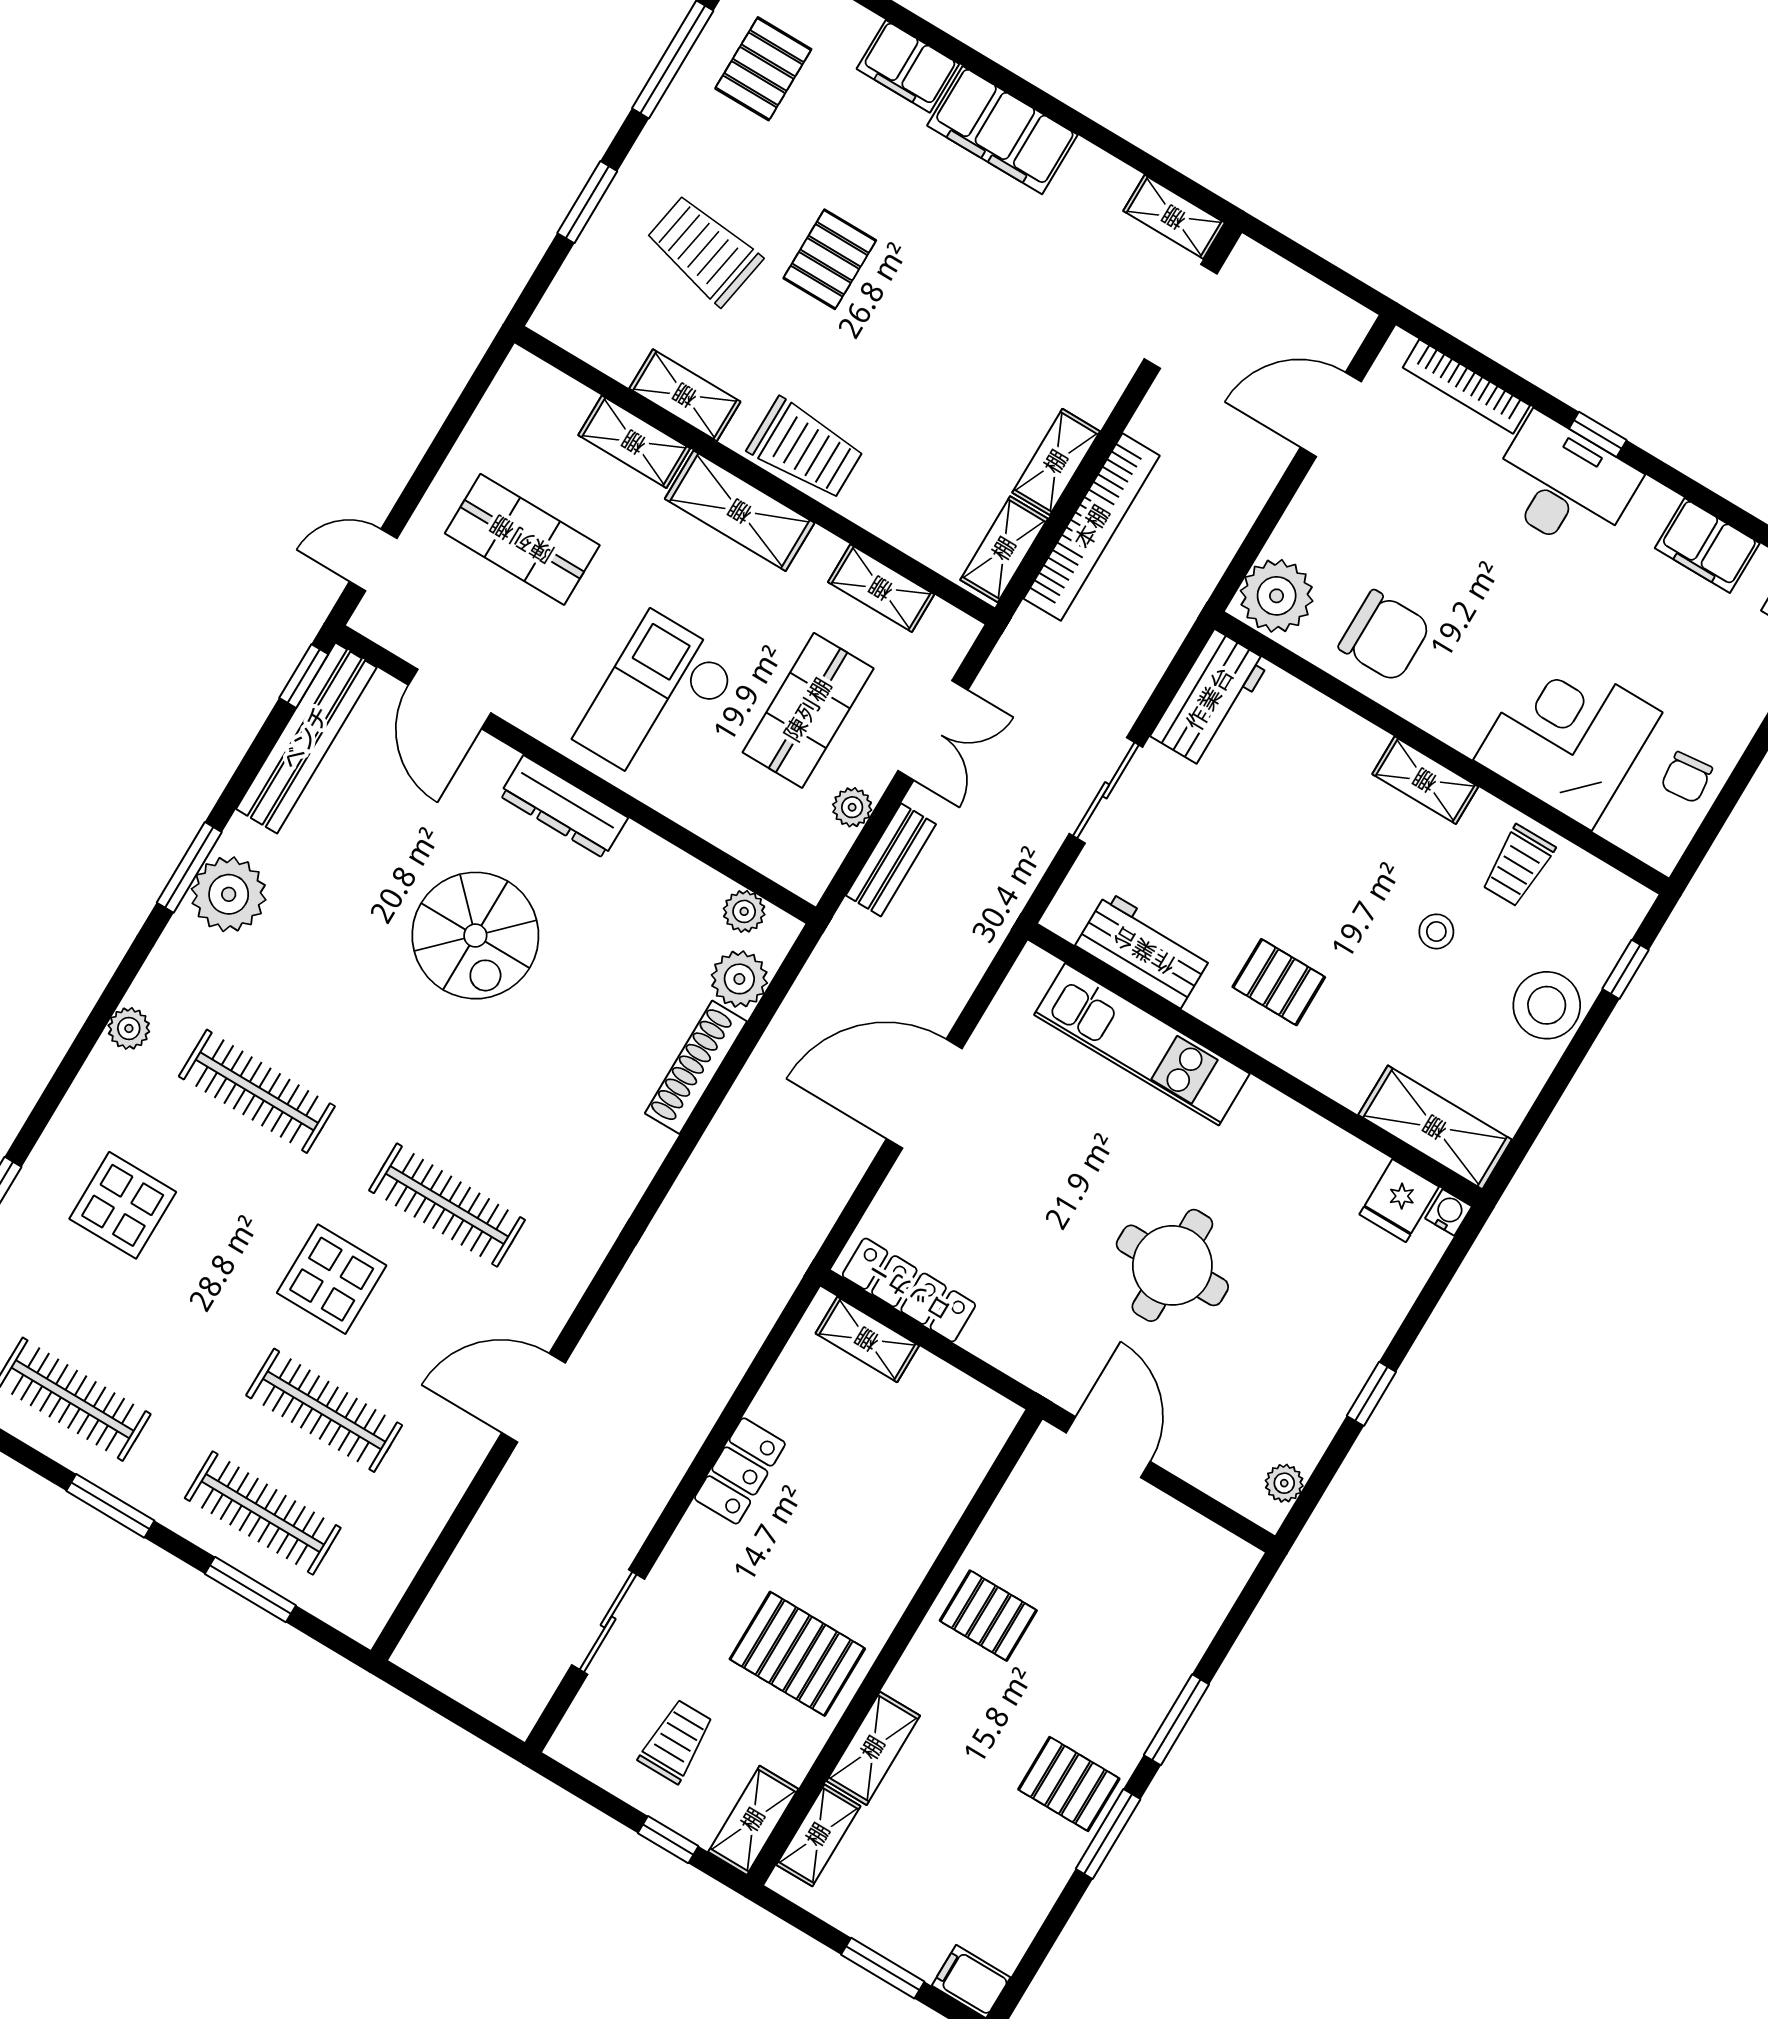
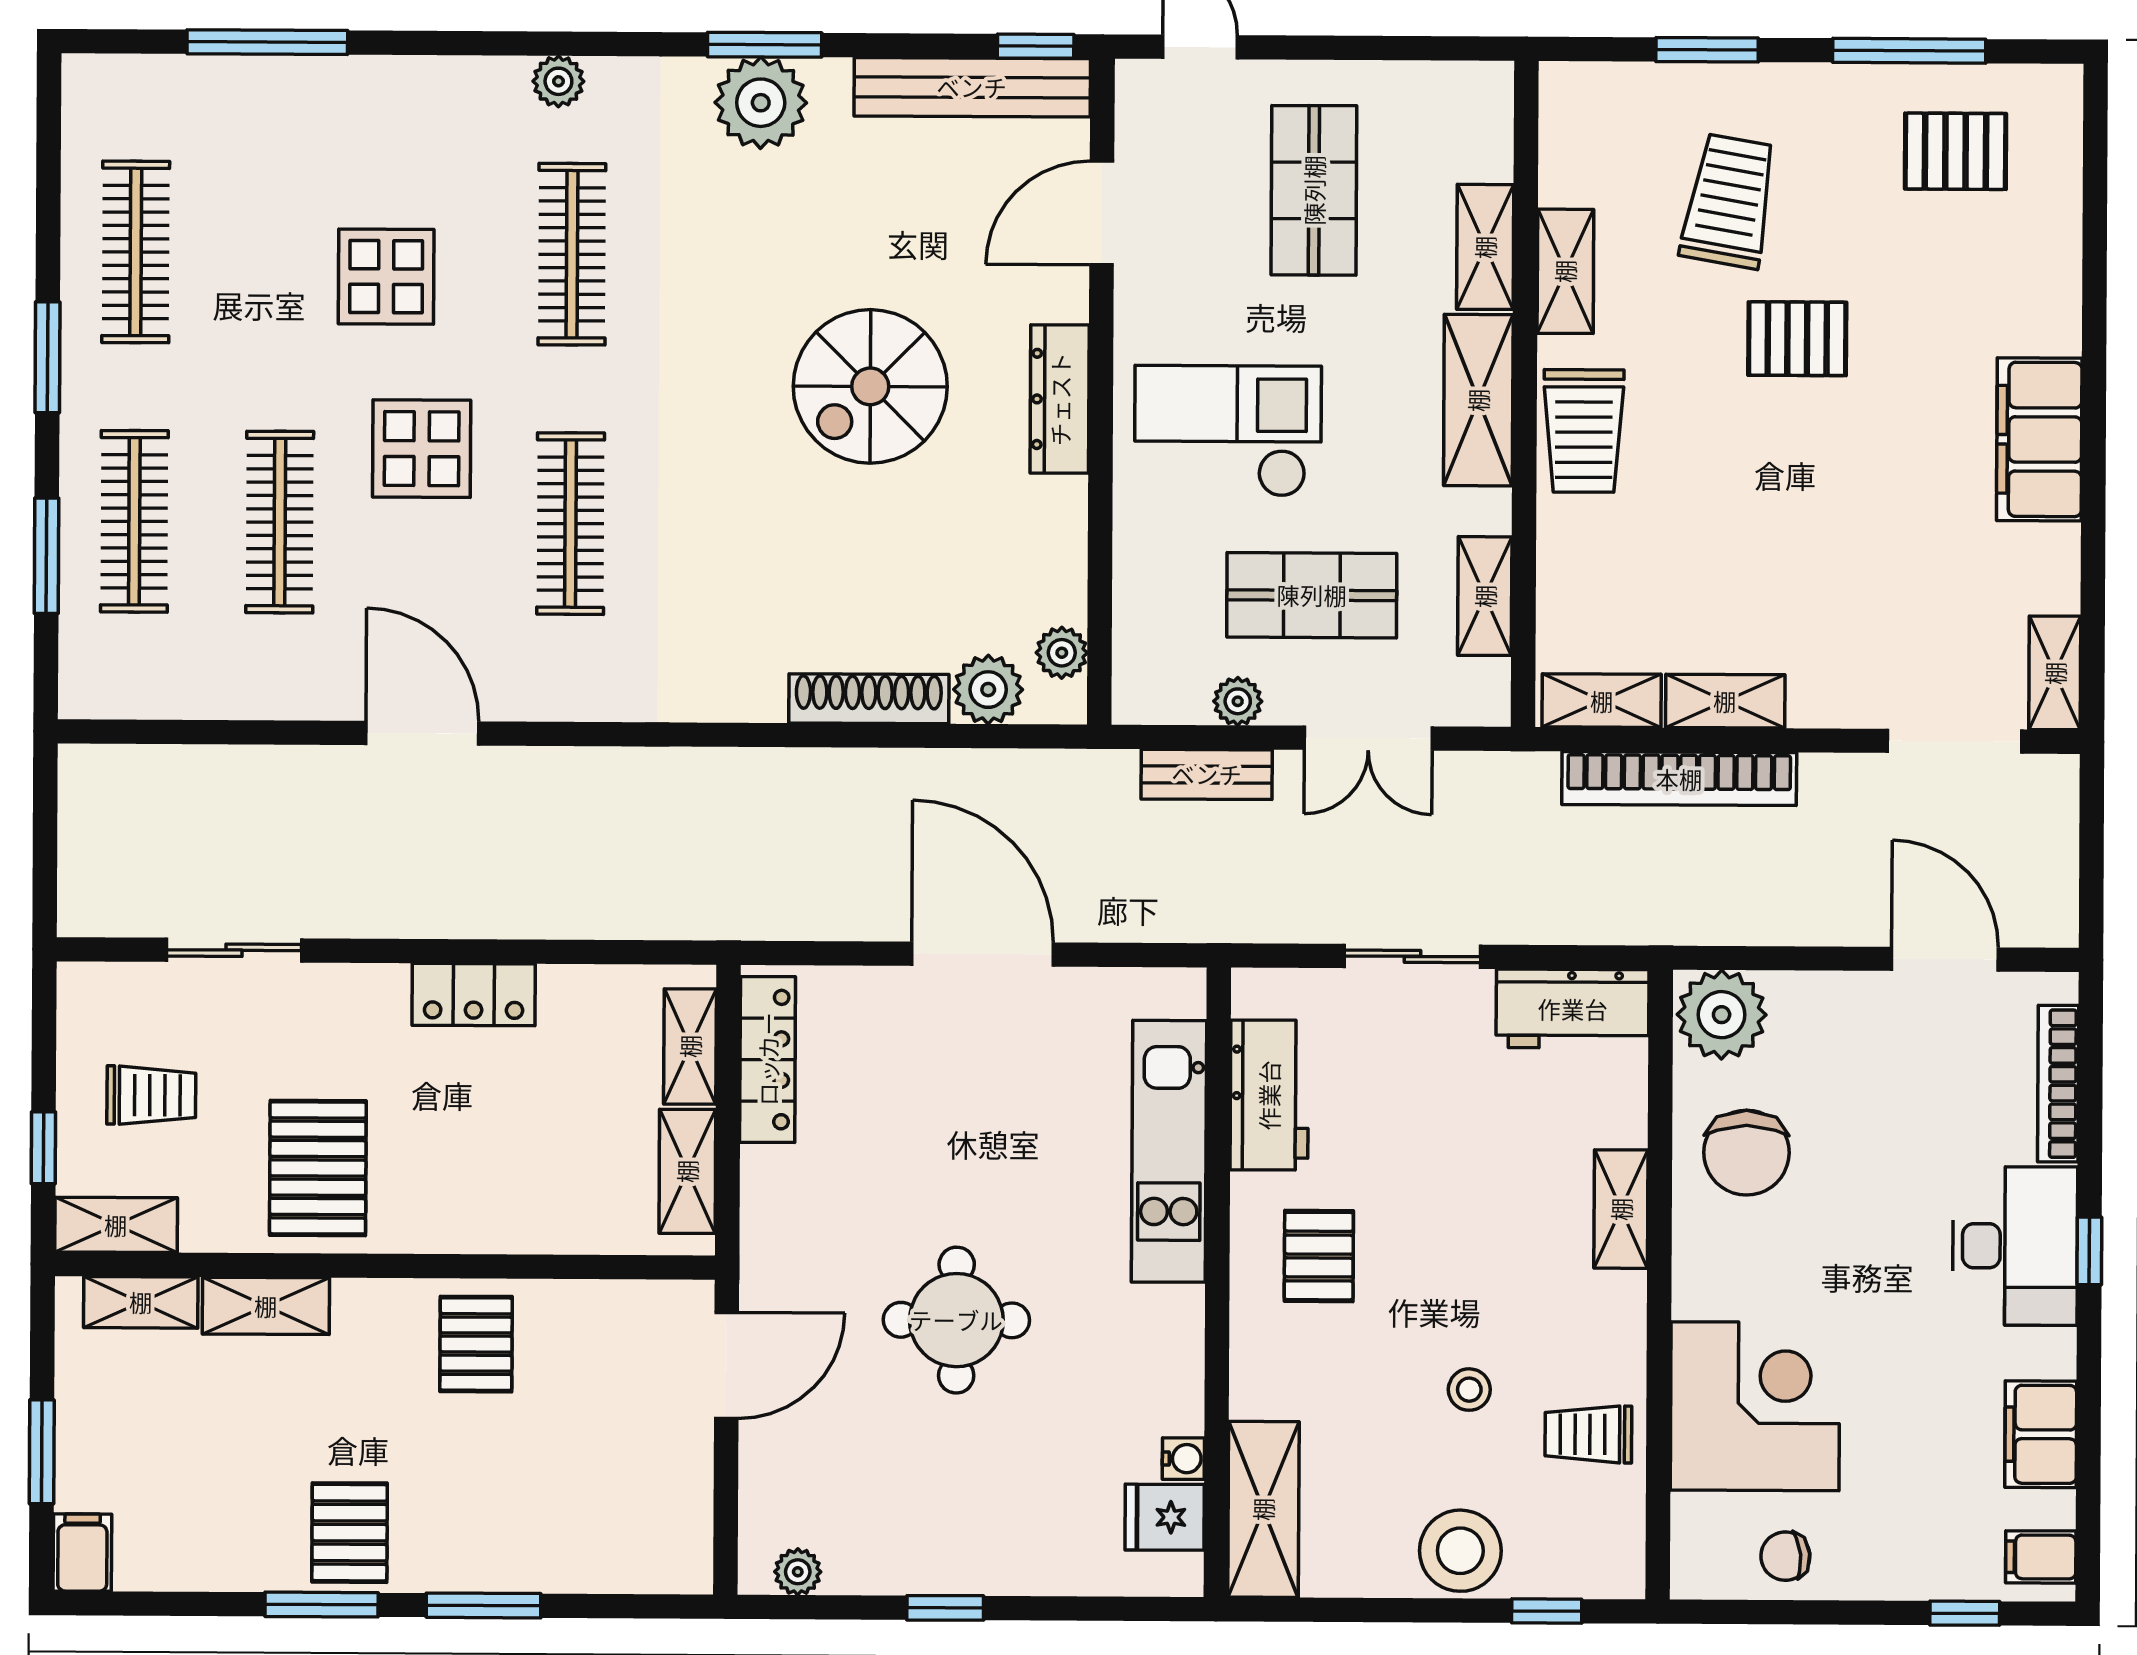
filing cabinet: (908, 66) -> (2048, 301), removed
shelving: (1425, 780) -> (1621, 1209), moved
display table: (123, 1205) -> (386, 277), moved
water cooler: (1448, 1212) -> (1183, 1459), moved
shelving: (955, 1394) -> (687, 1171), added

